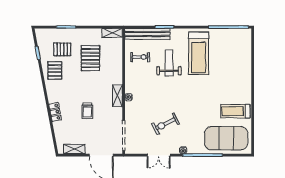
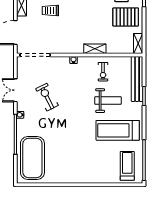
exercise bike: (140, 57) -> (103, 72), moved
pallet: (90, 58) -> (126, 17), moved
shelving: (117, 96) -> (95, 49), moved
trolley: (87, 111) -> (50, 11), moved
treadmill: (235, 111) -> (127, 166), moved

